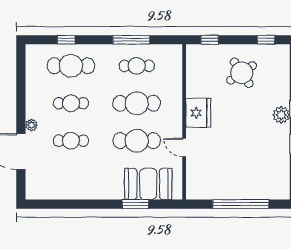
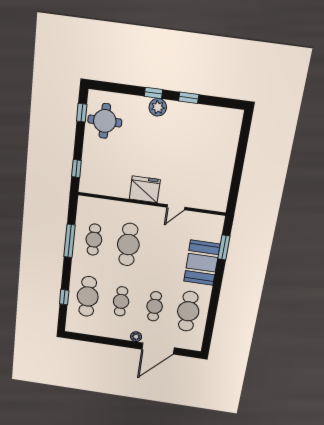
round table: (242, 73) -> (105, 121), moved, turned 34
cafe table: (137, 141) -> (188, 311), moved
booth: (148, 184) -> (202, 263), moved
window: (135, 204) -> (224, 247), moved
window: (241, 204) -> (240, 160), removed

